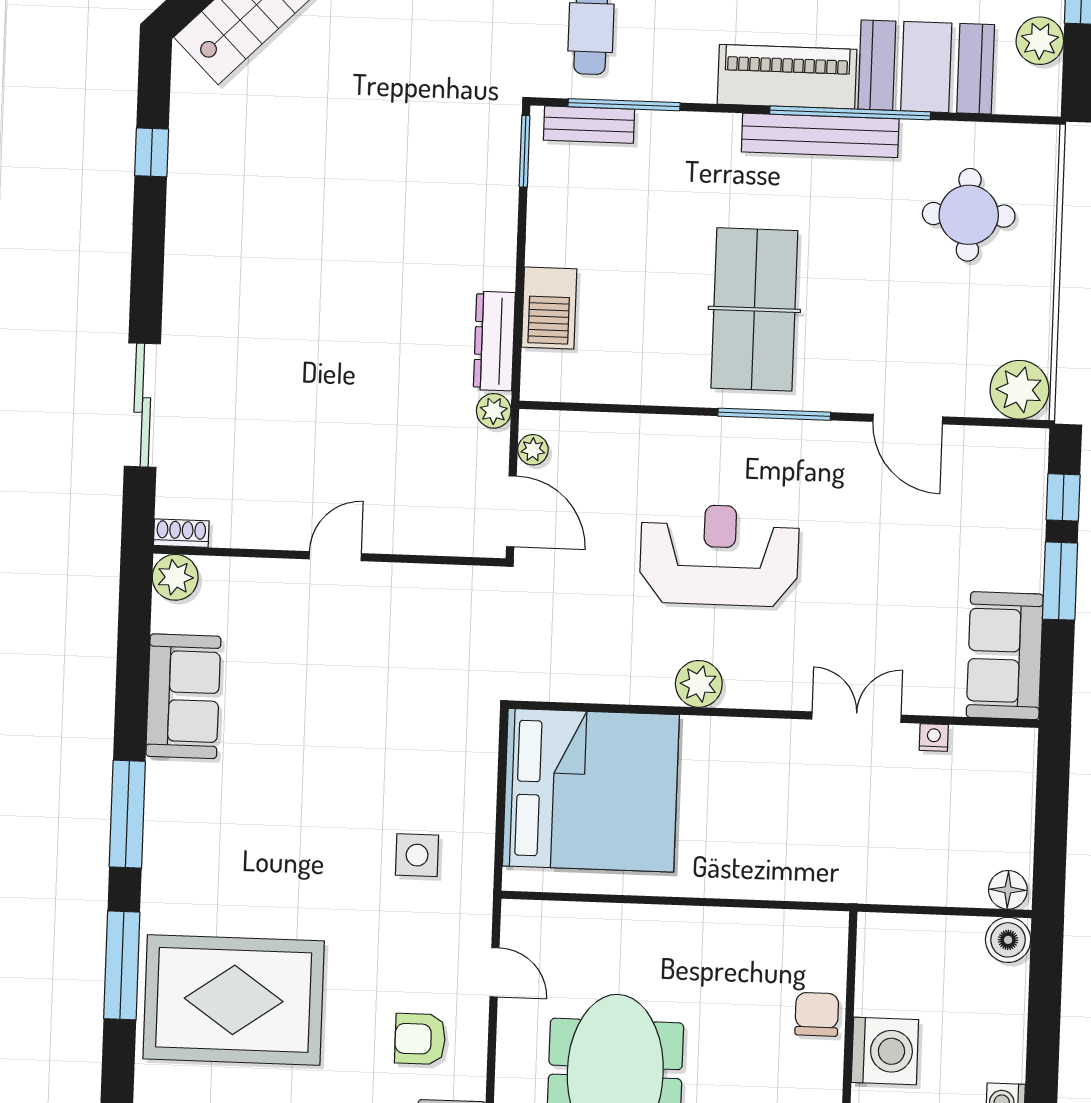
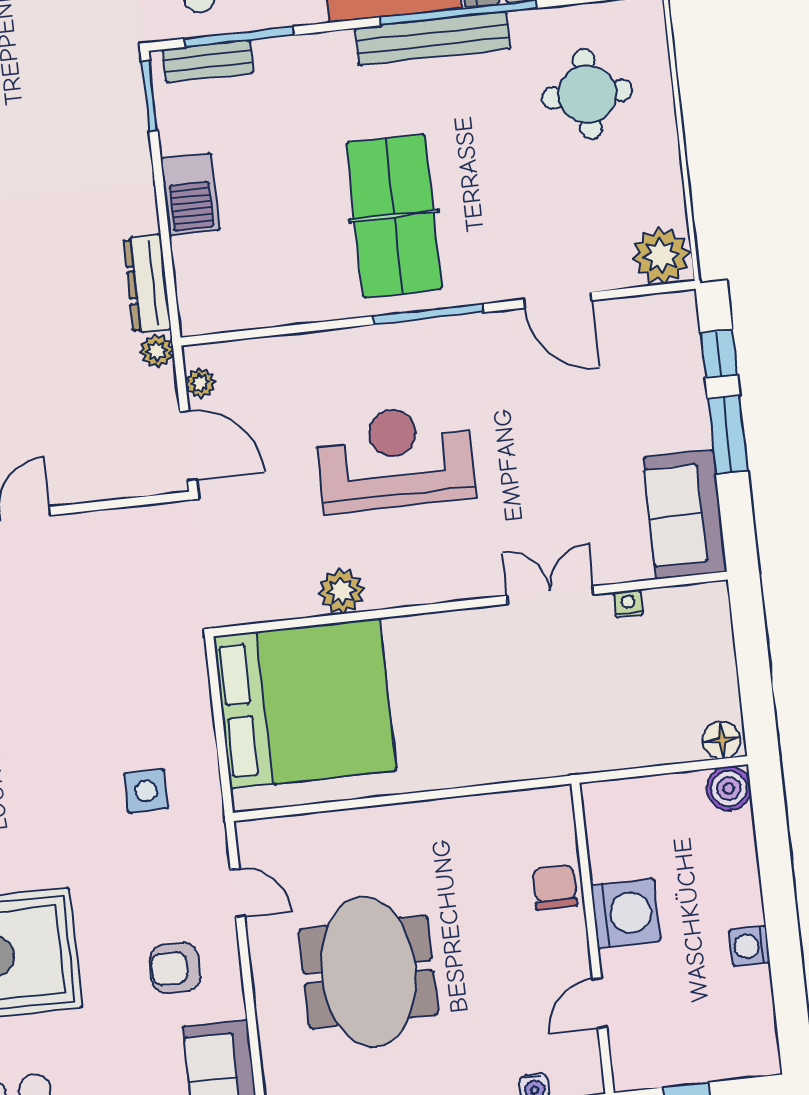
barbecue: (549, 308) -> (190, 194), moved
plant: (699, 684) -> (341, 591), moved

